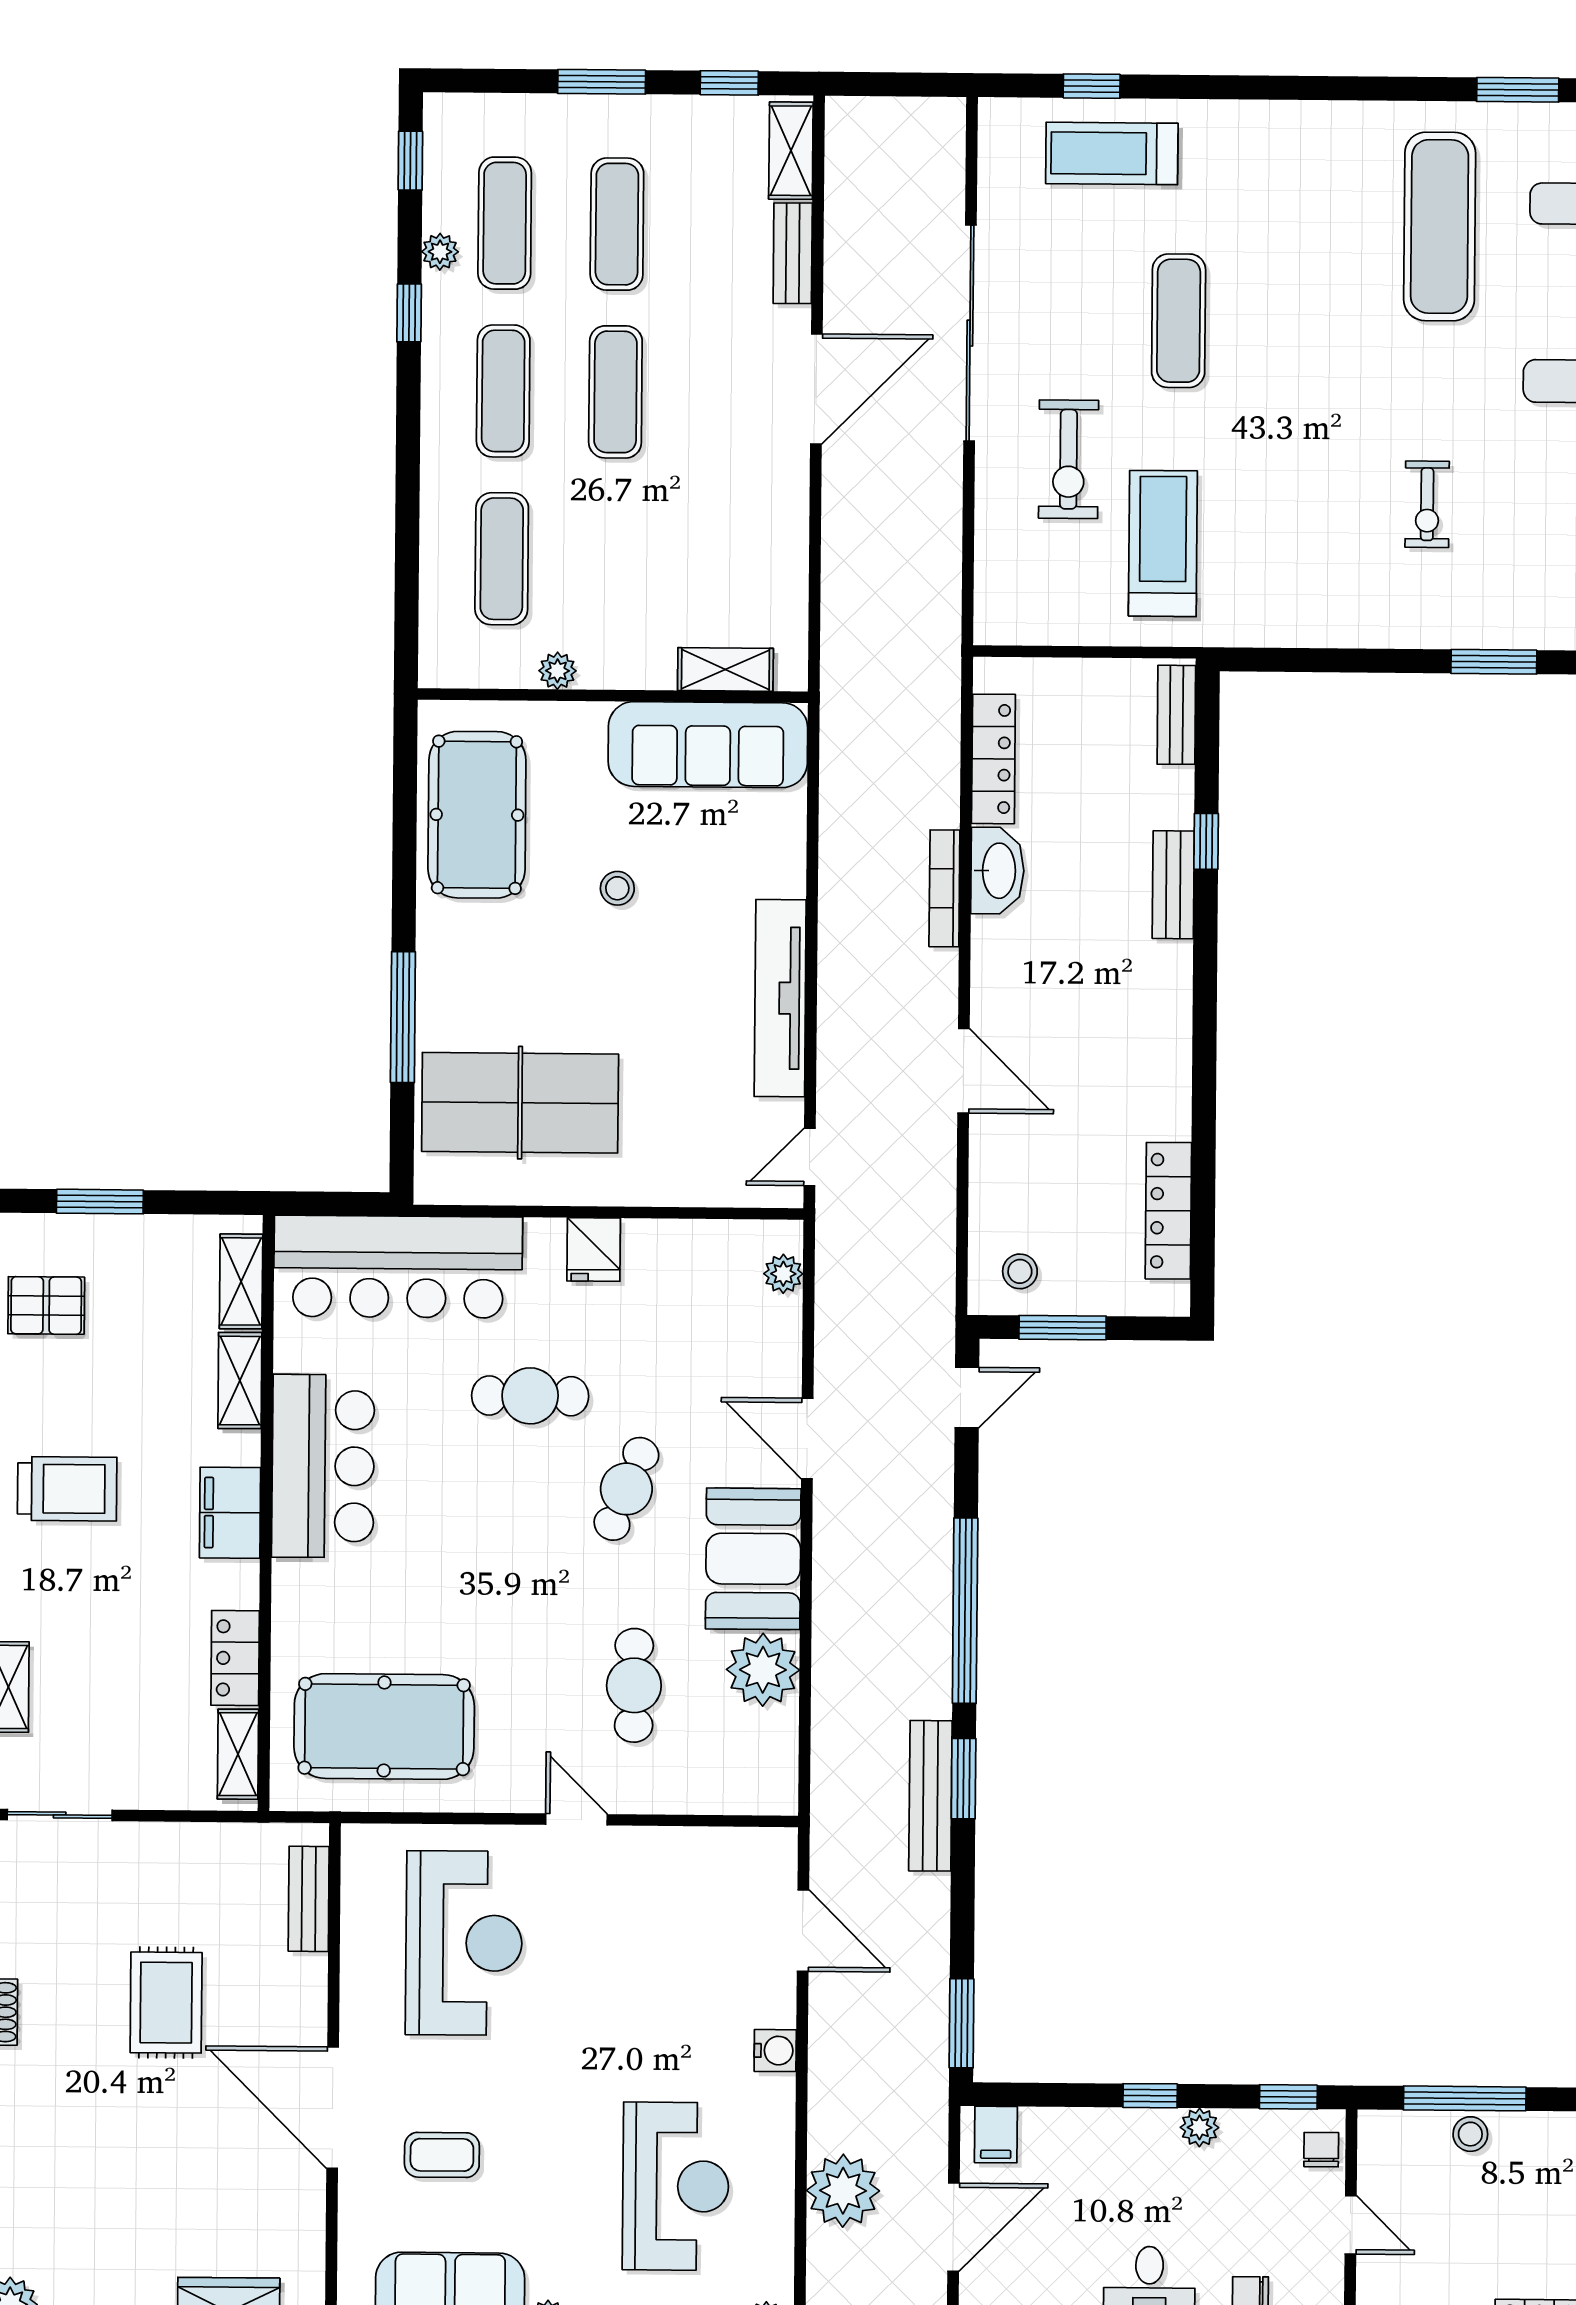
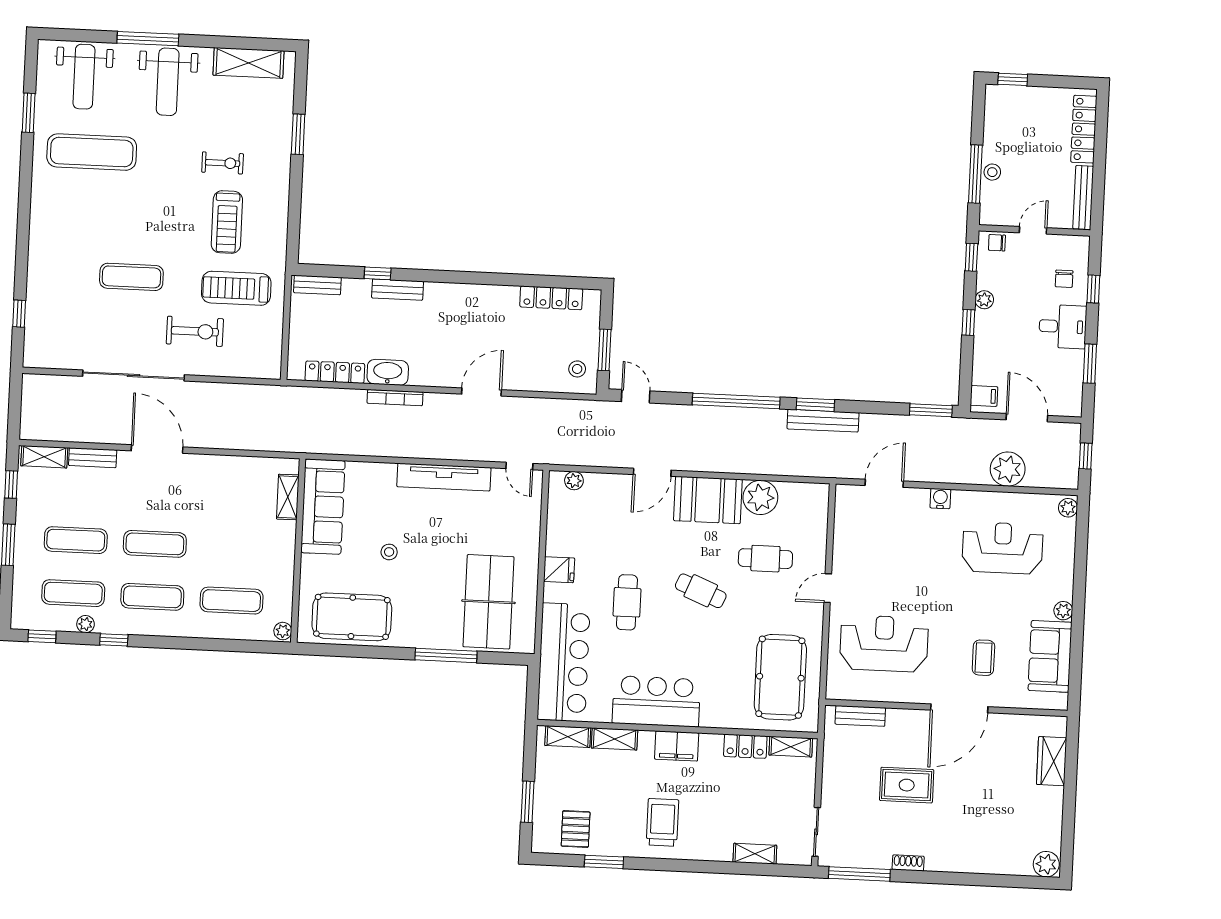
treadmill: (1112, 153) -> (227, 222), moved
plant: (557, 671) -> (283, 631), moved
cafe table: (626, 1489) -> (701, 591), moved

